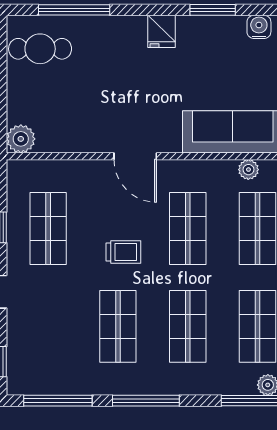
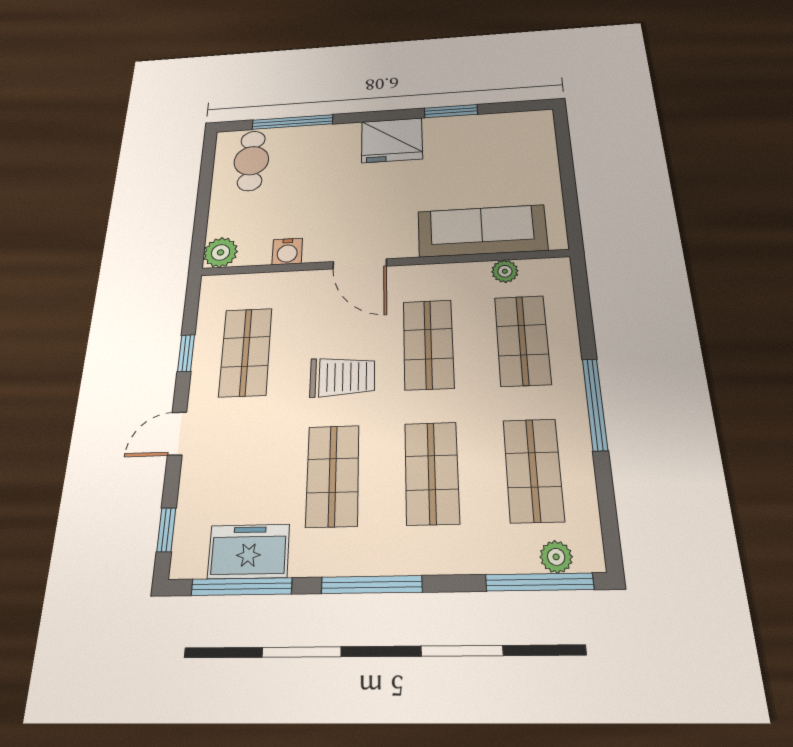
water cooler: (259, 27) -> (287, 251), moved, turned 180
fridge: (162, 31) -> (392, 140), width x1.88, depth x1.34
cafe table: (40, 49) -> (251, 161), turned 90
trolley: (123, 252) -> (342, 377), width x1.36, depth x1.39
freezer: (61, 378) -> (249, 551), added

